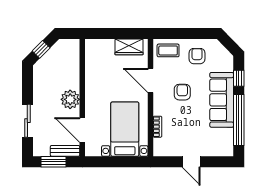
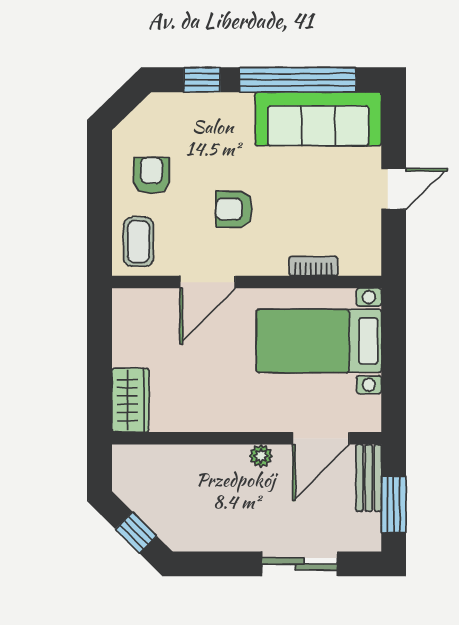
wardrobe: (129, 47) -> (130, 400), moved
armchair: (197, 56) -> (151, 175), turned 90
plant: (70, 99) -> (261, 456), width x0.53, depth x0.53
sofa: (222, 100) -> (318, 119), moved

